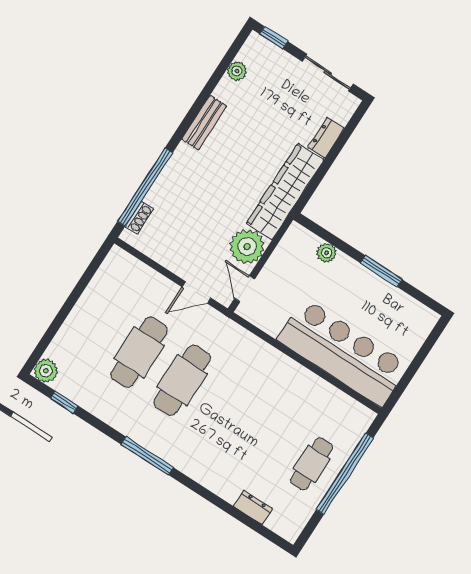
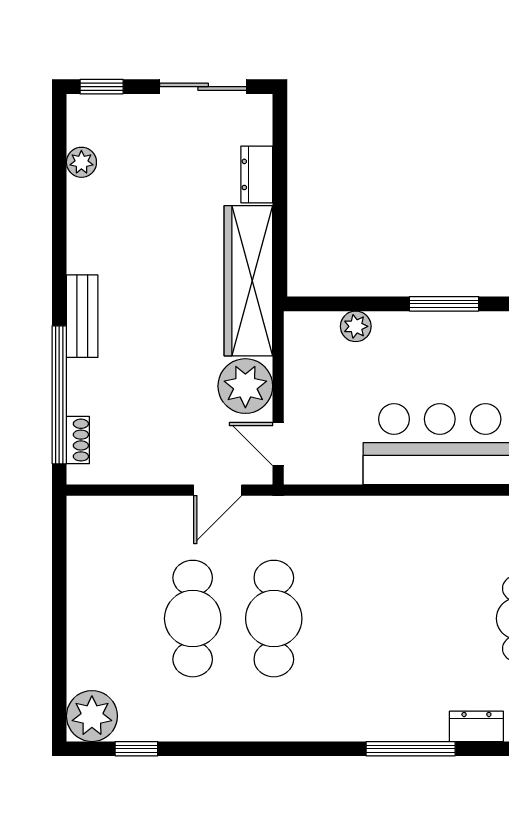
bench: (204, 123) -> (82, 316), moved
plant: (46, 371) -> (92, 716), width x1.36, depth x1.36
window: (147, 456) -> (411, 749), moved

